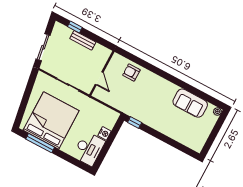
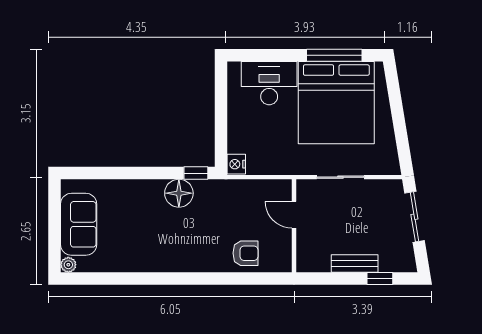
sofa: (190, 103) -> (79, 224), moved, turned 90
floor lamp: (148, 117) -> (179, 193), added
nightstand: (104, 133) -> (236, 164), moved
desk: (89, 149) -> (269, 83), moved, turned 90

